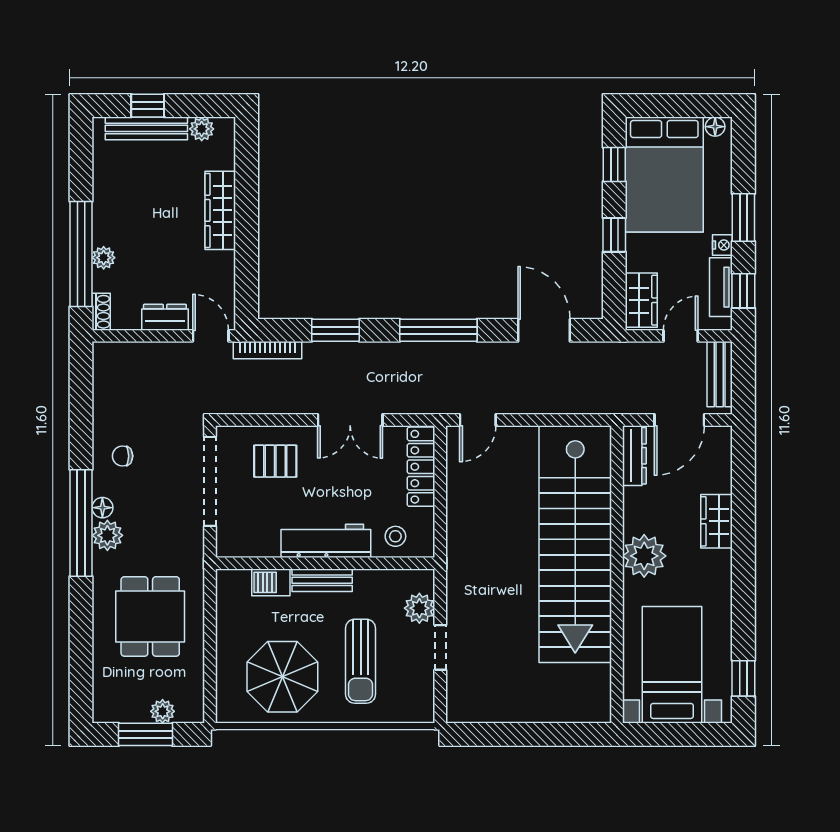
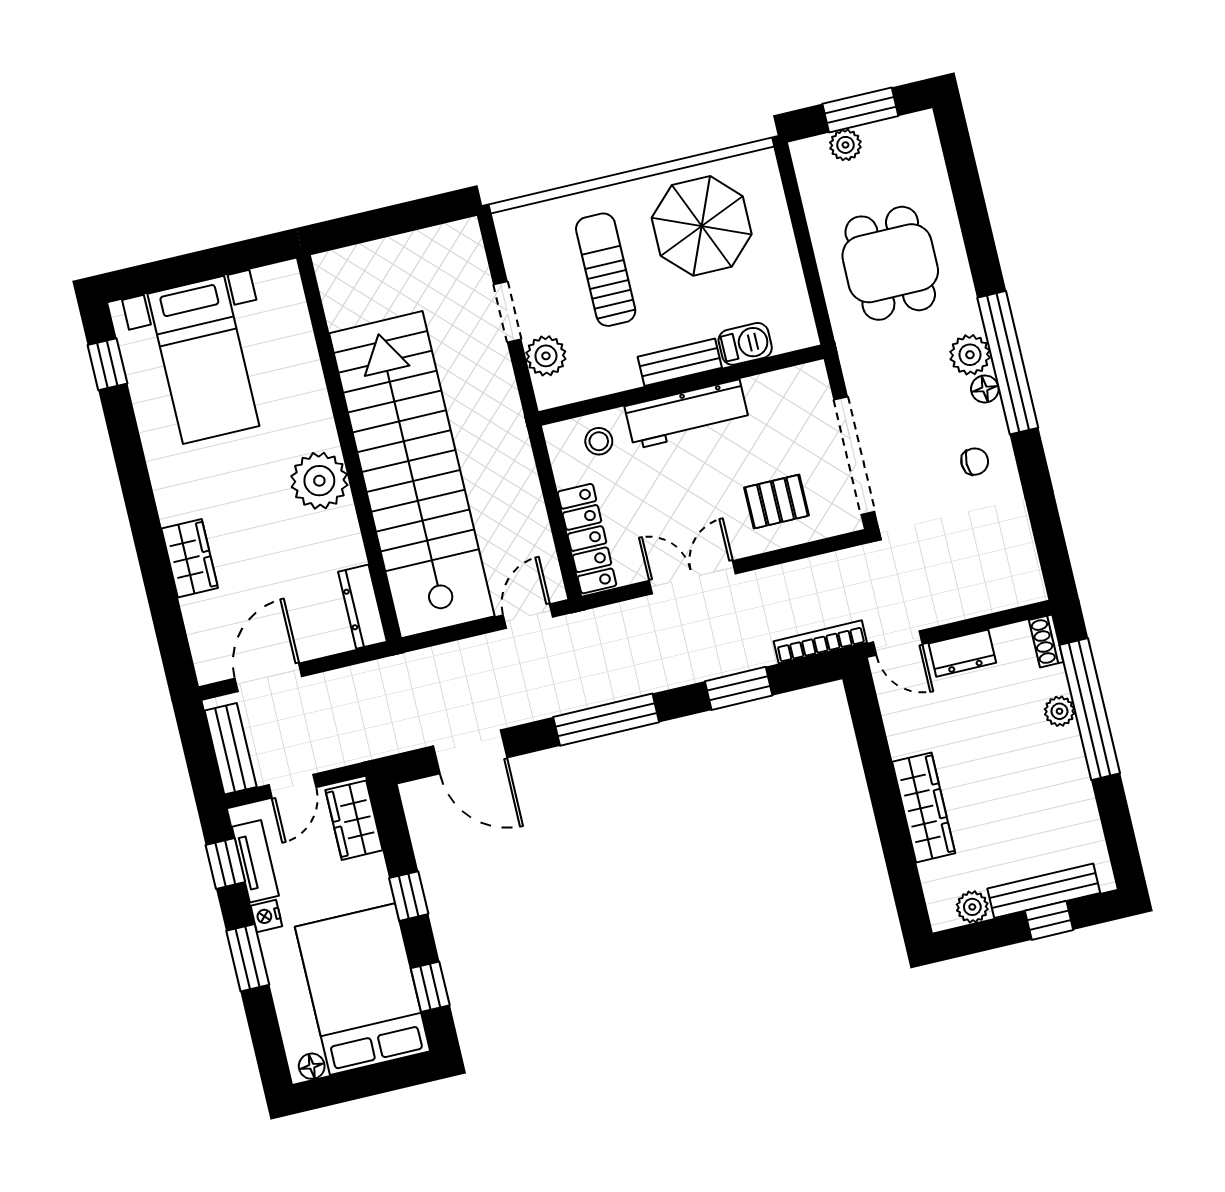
dresser: (634, 456) -> (362, 607), moved
stairs: (575, 544) -> (412, 475), moved
plant: (644, 556) -> (319, 481), moved
wall: (617, 574) -> (349, 448), moved

